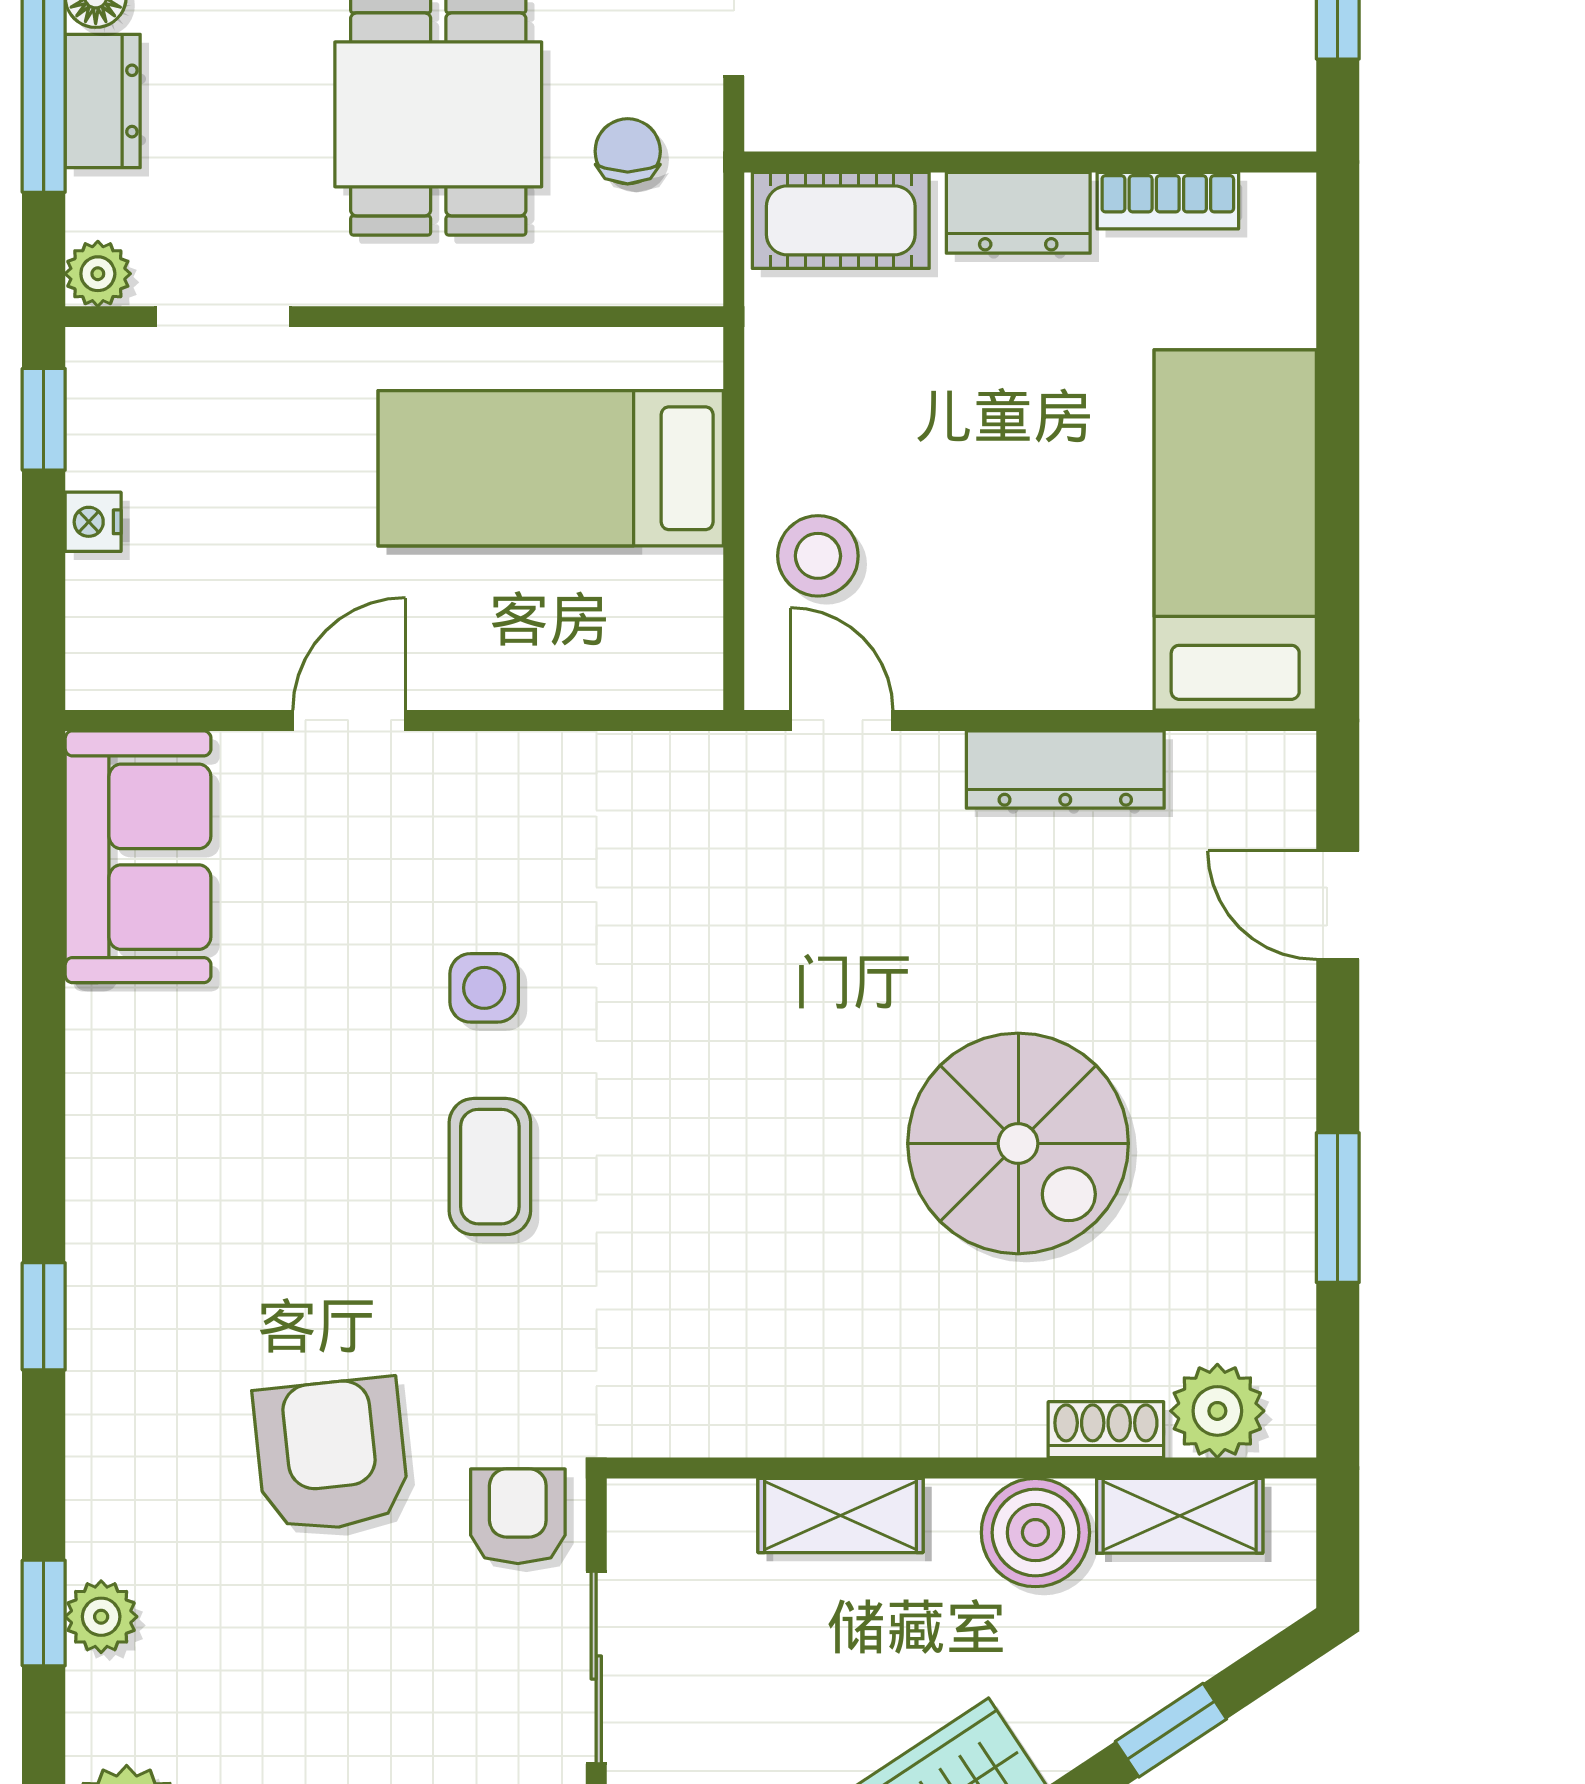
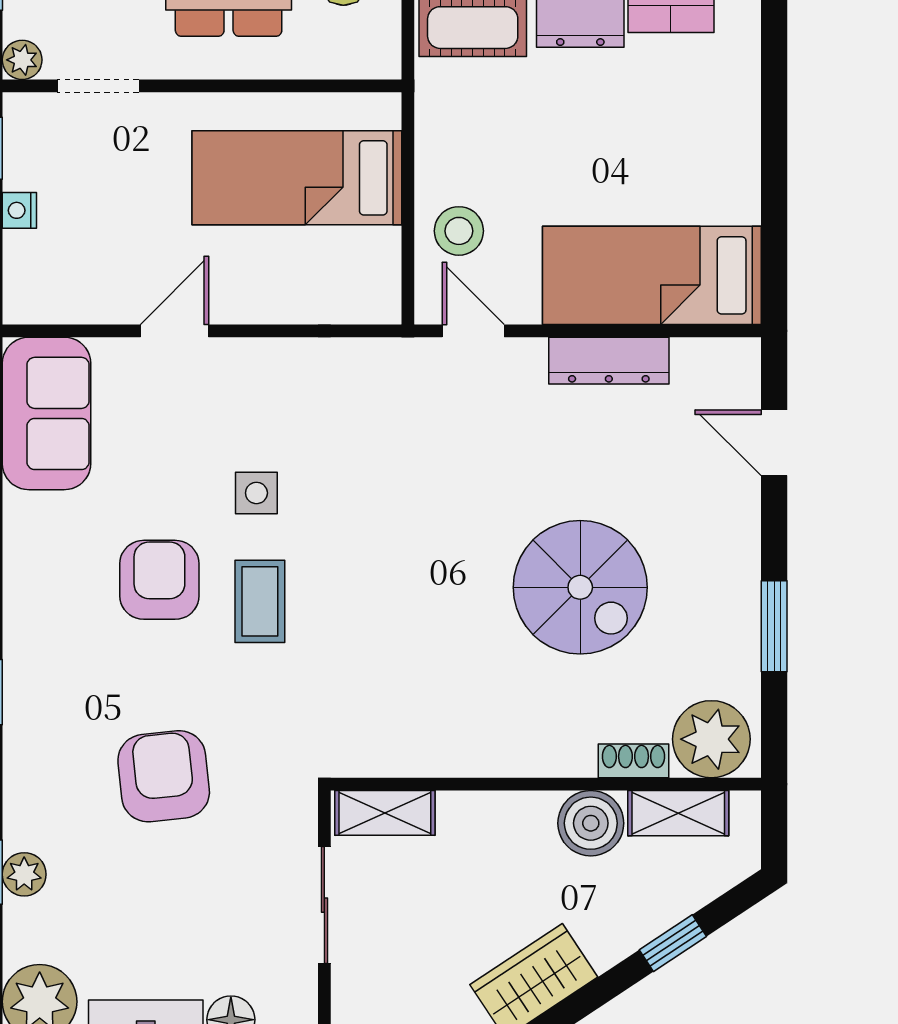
bed: (1235, 530) -> (652, 275), moved, turned -90
plant: (1217, 1411) -> (711, 739), width x1.36, depth x1.36
shelving: (840, 1515) -> (385, 813), moved
armchair: (518, 1516) -> (159, 580), moved, width x1.38, depth x1.38

